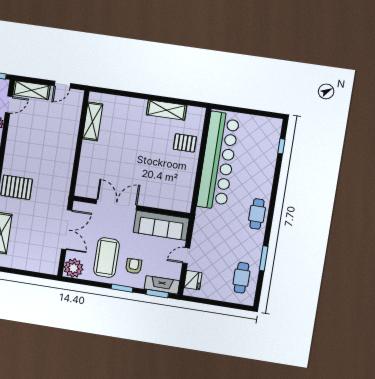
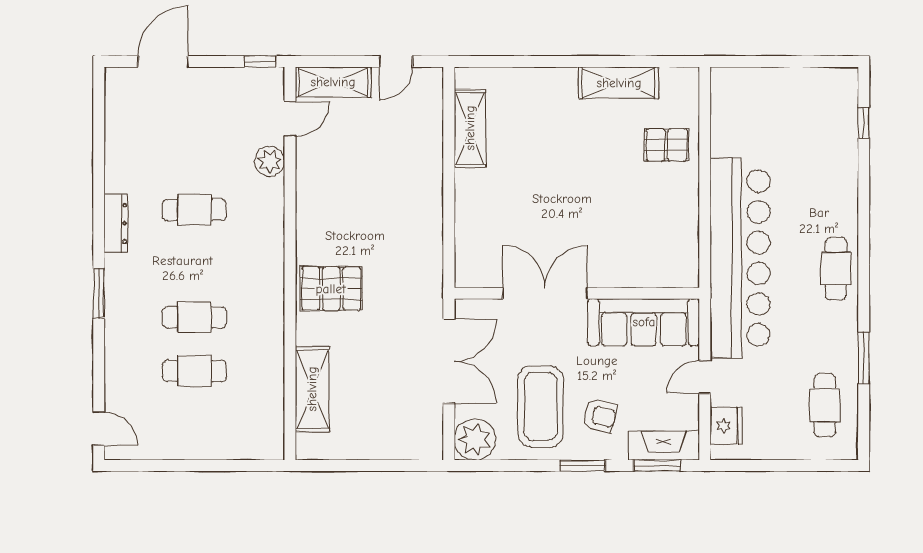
bar counter: (218, 161) -> (740, 258), moved
armchair: (134, 266) -> (600, 416), turned 103

